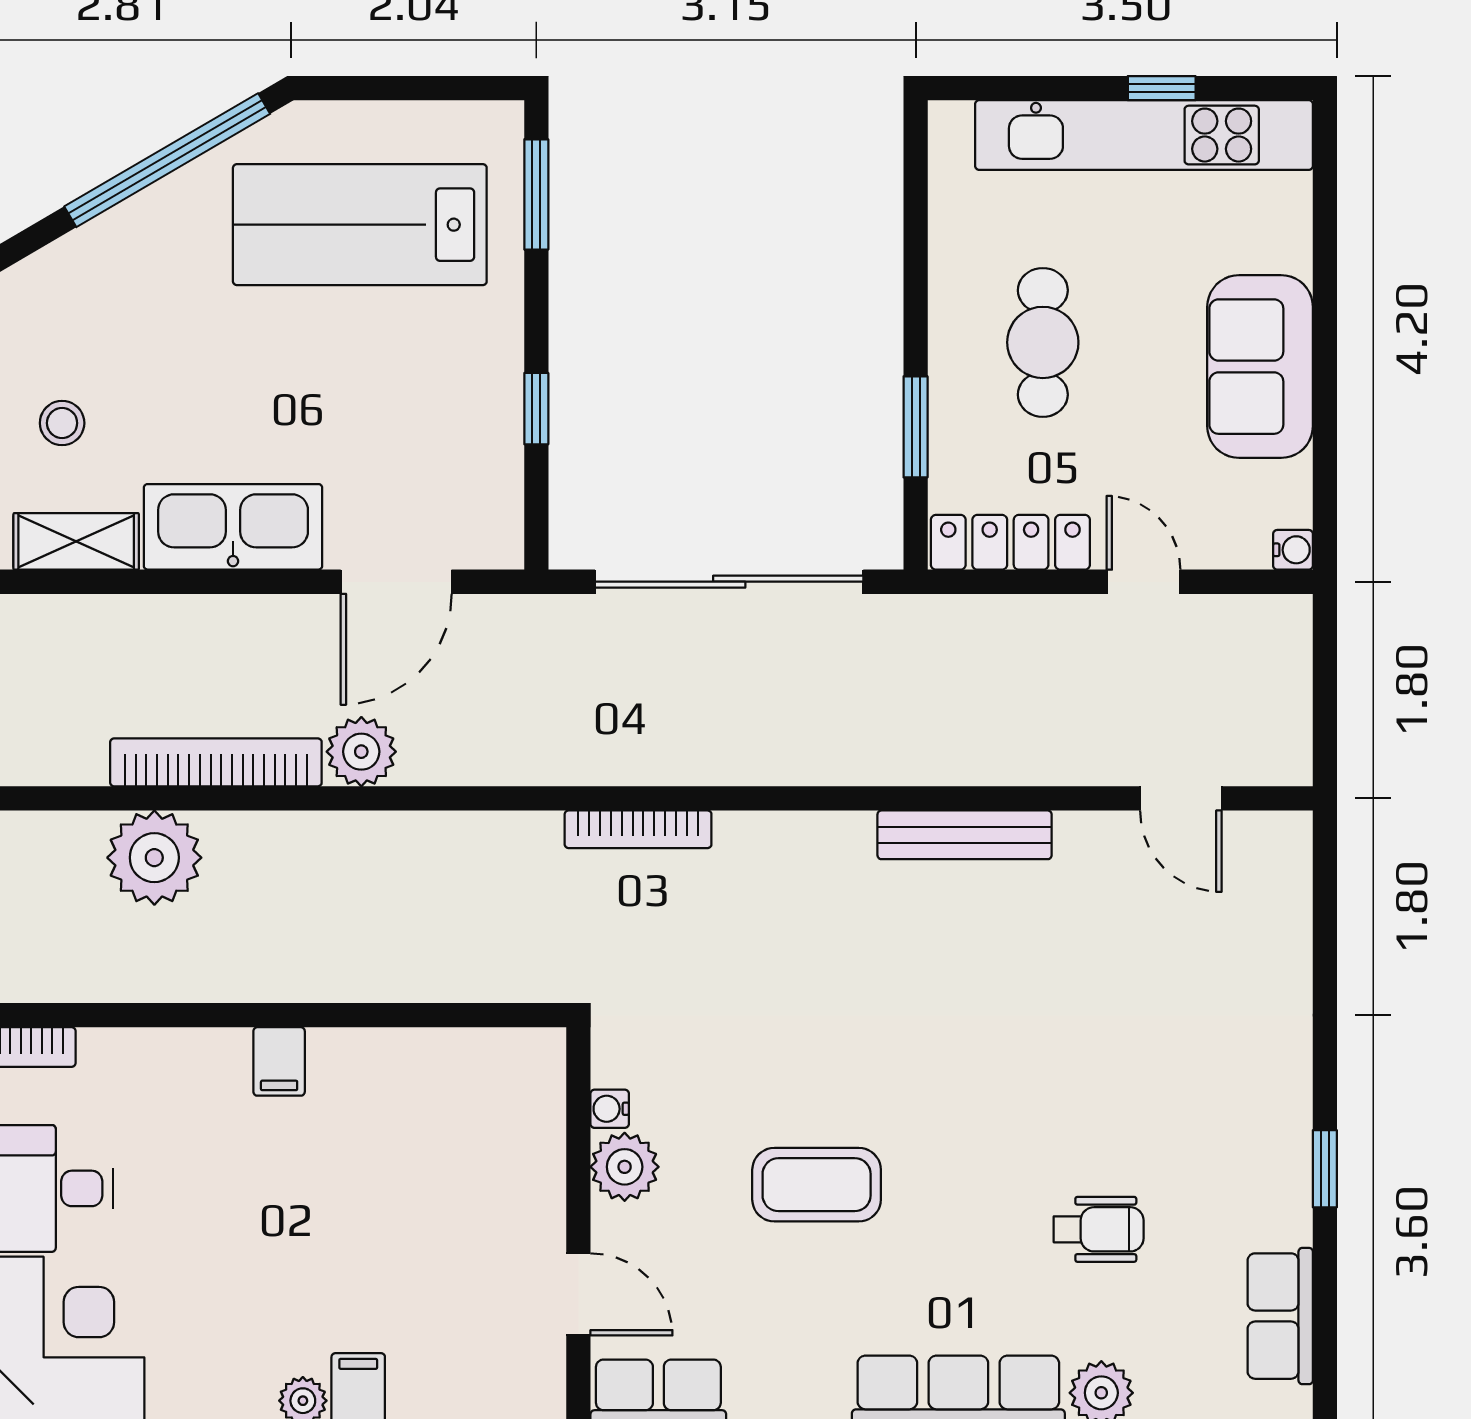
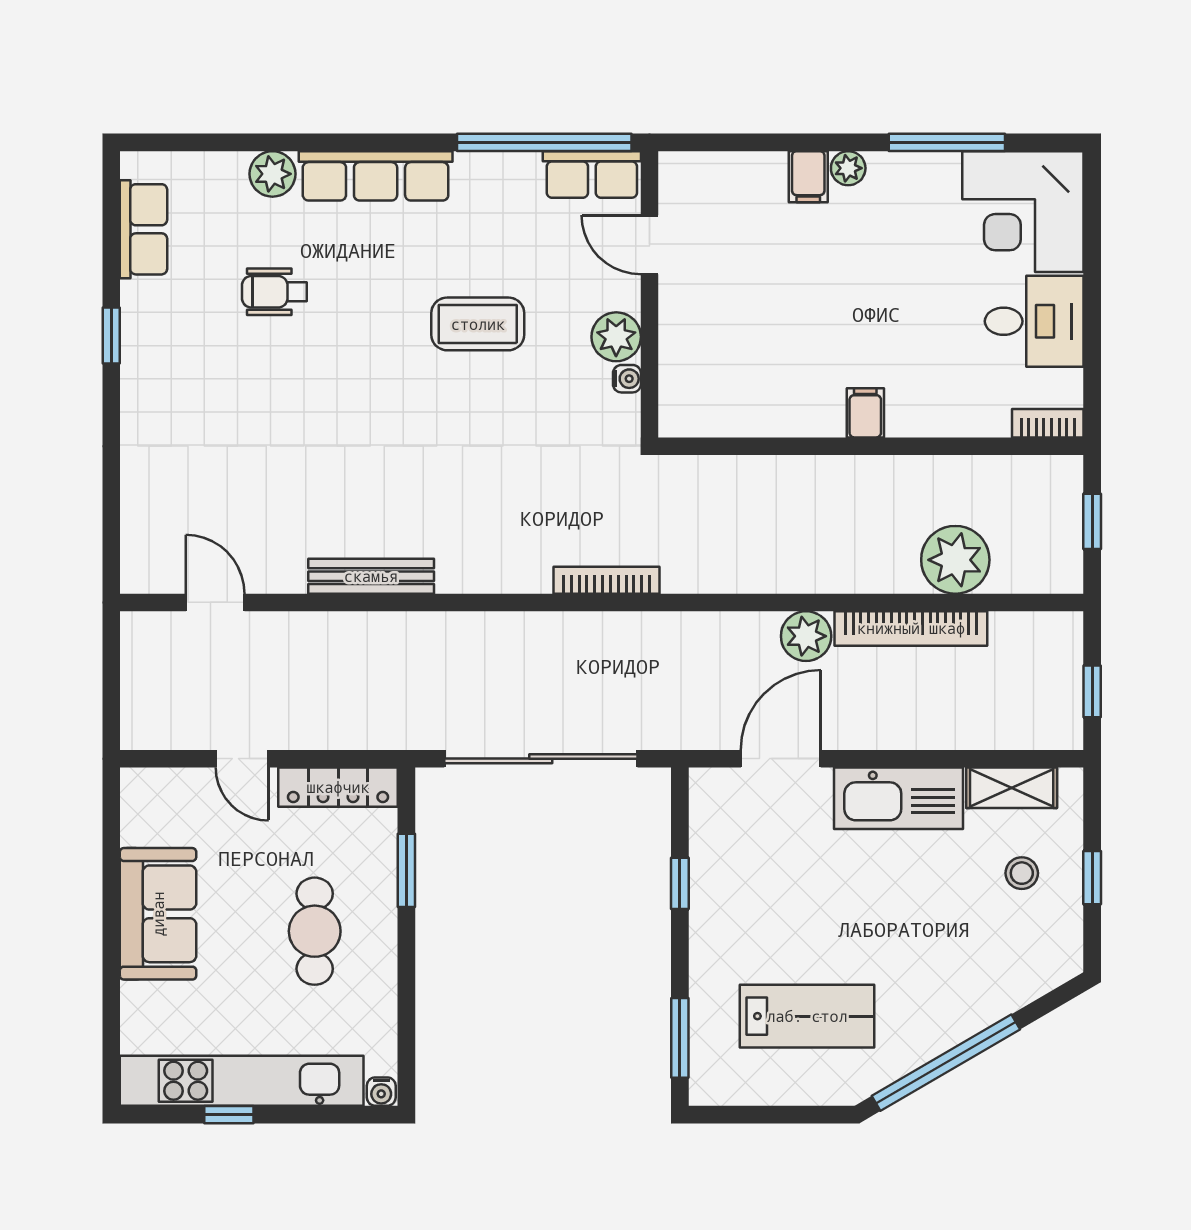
lab bench: (360, 225) -> (807, 1016), width x0.73, depth x0.72
water cooler: (1293, 550) -> (381, 1092), moved, turned -90

